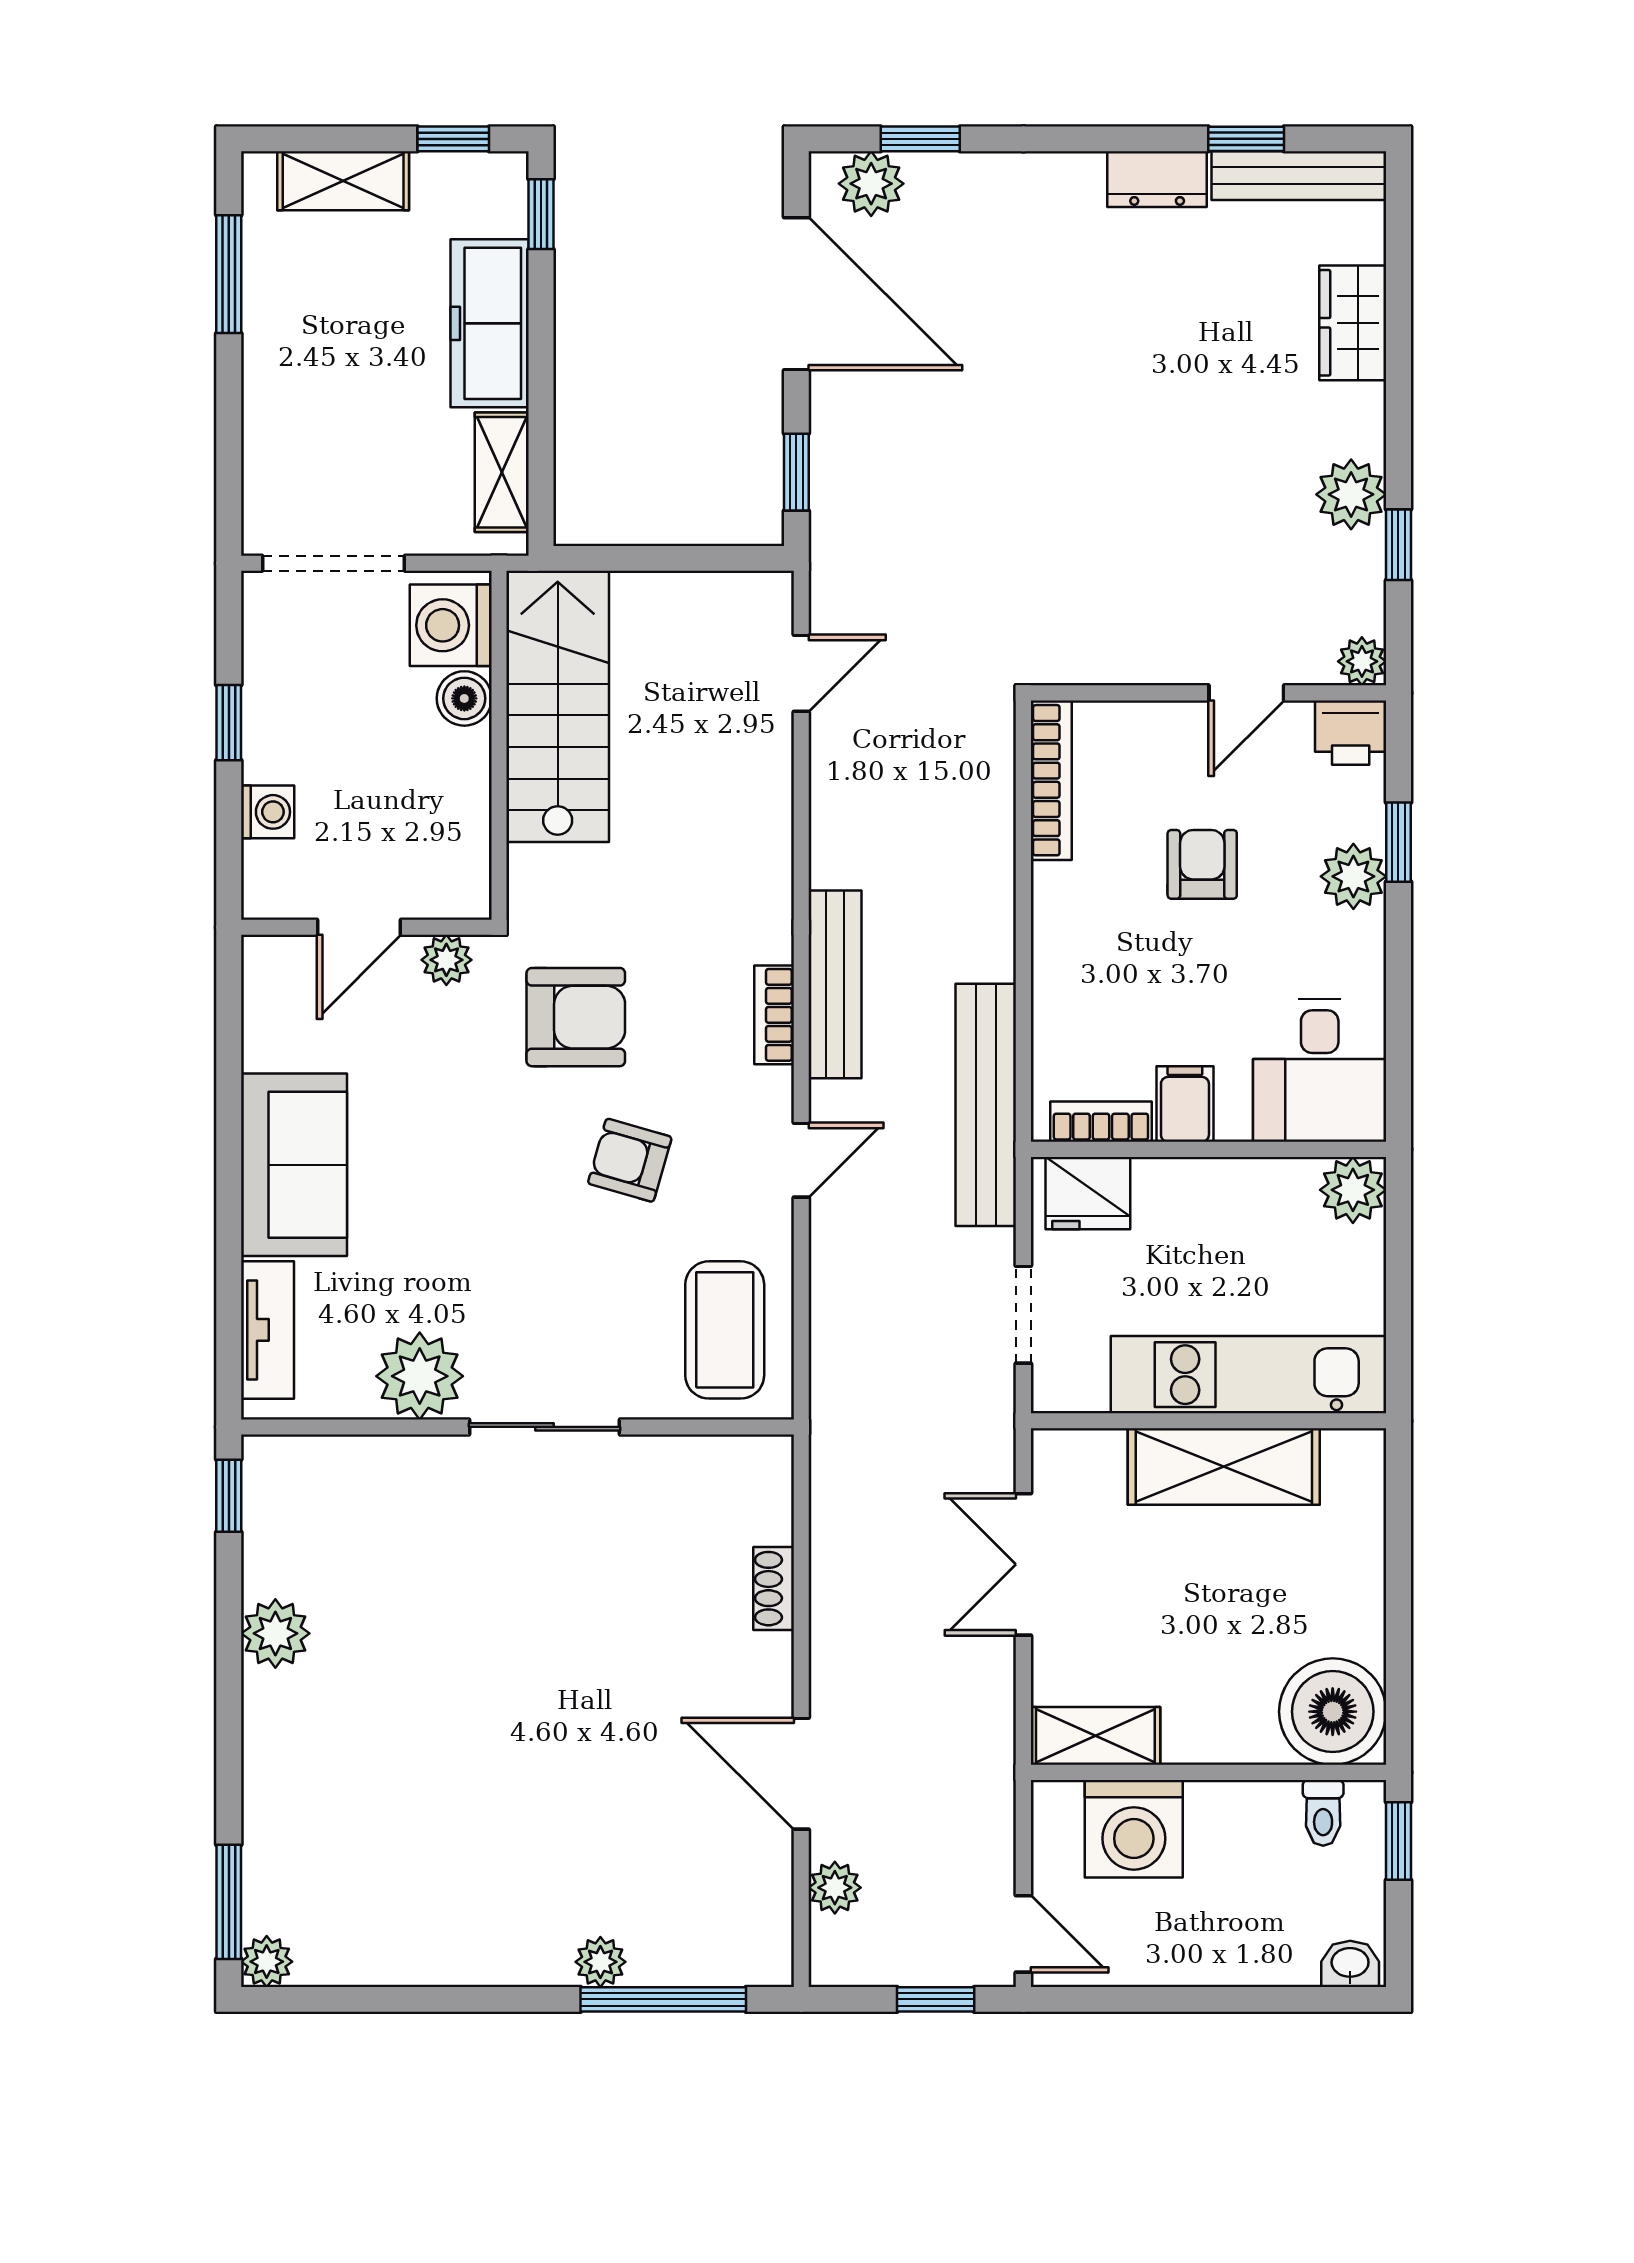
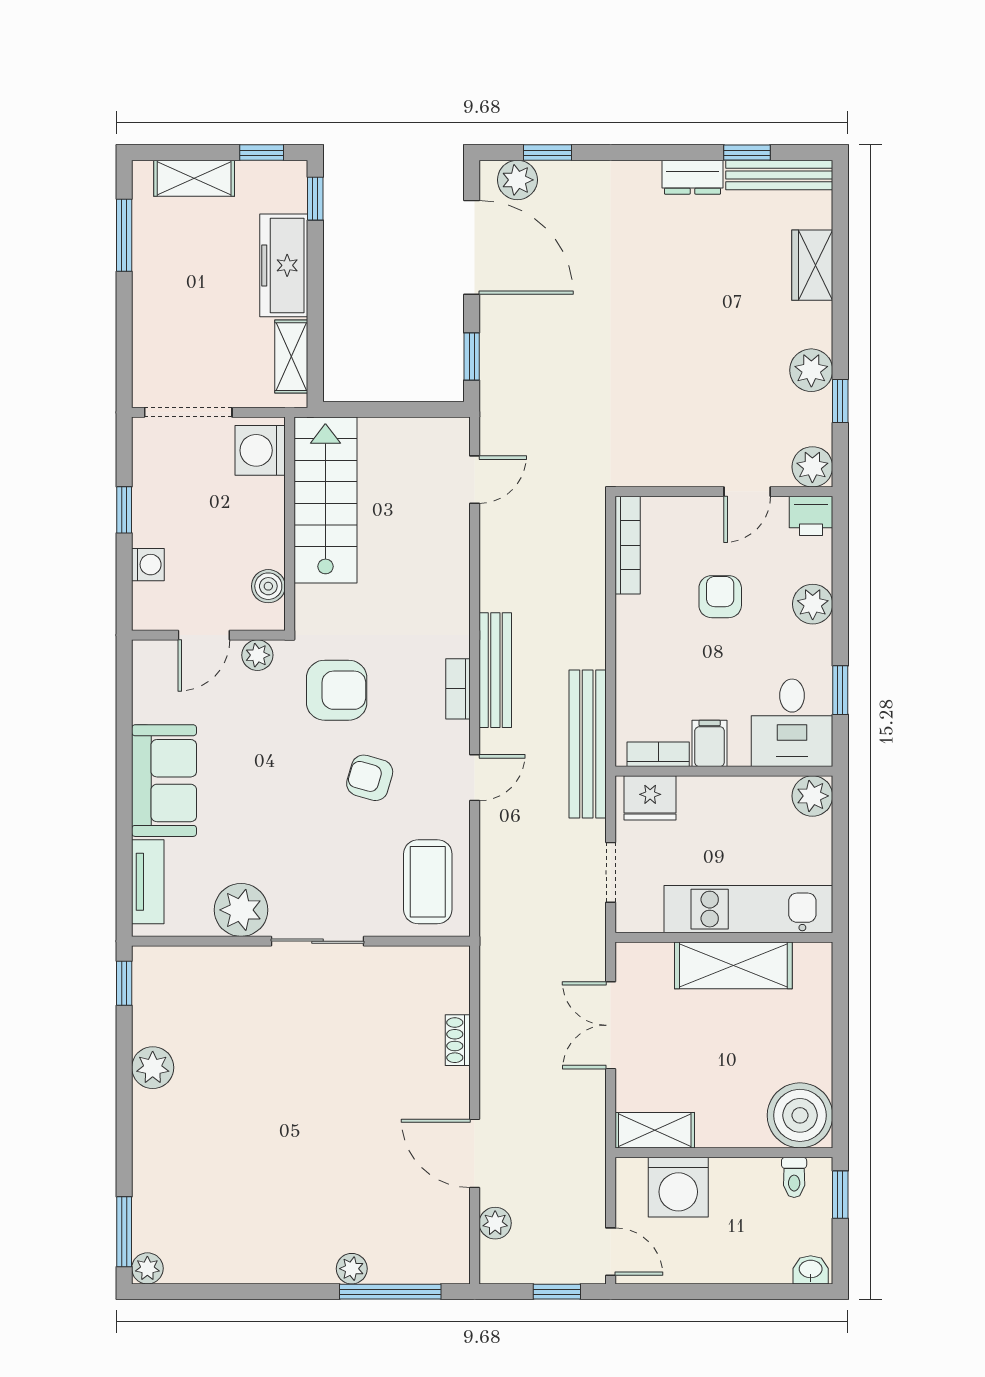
plant: (1362, 661) -> (812, 467), width x1.38, depth x1.38
boiler: (464, 698) -> (268, 586), moved
window: (1398, 842) -> (840, 690), moved

